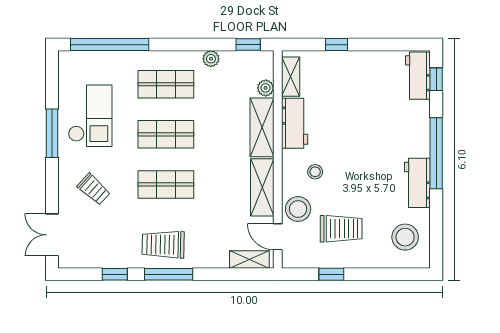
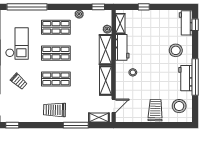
window: (436, 153) -> (195, 77), moved
stool: (298, 209) -> (176, 50), moved
trolley: (341, 229) -> (155, 110), moved, turned -88
door: (278, 237) -> (114, 106), swing flipped
window: (115, 274) -> (12, 125), moved
window: (169, 274) -> (76, 125), moved
window: (331, 274) -> (141, 125), removed

